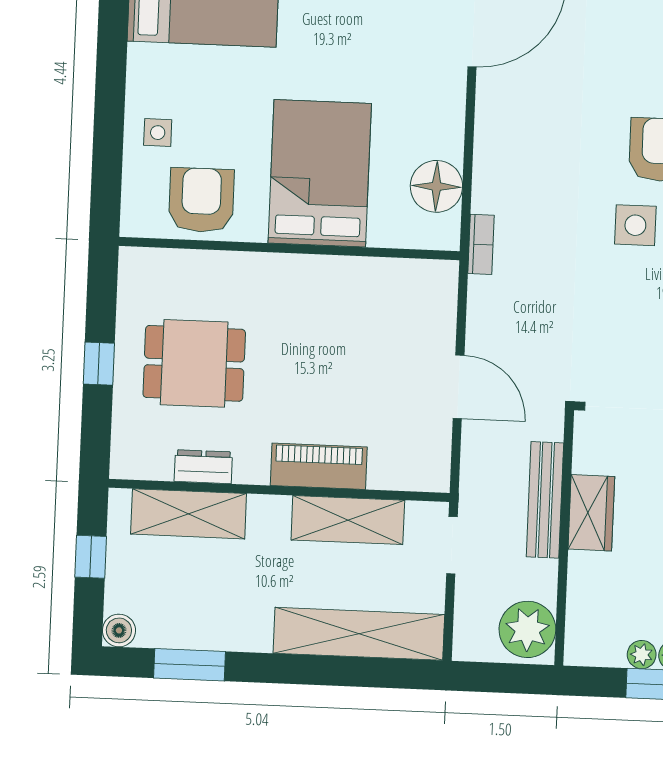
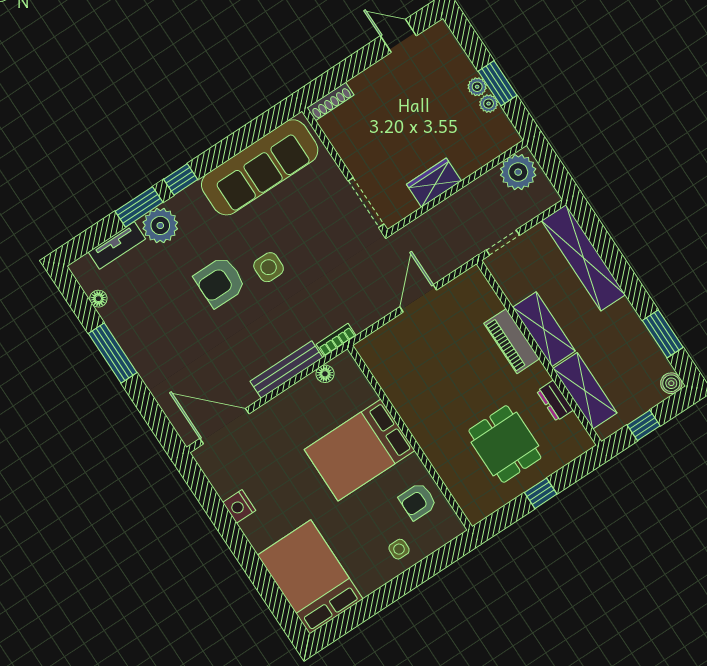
floor lamp: (436, 186) -> (325, 374), width x0.53, depth x0.53
armchair: (201, 200) -> (418, 501), width x0.72, depth x0.72
bench: (545, 500) -> (286, 369), moved
shelving: (348, 520) -> (544, 329), moved

